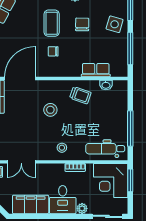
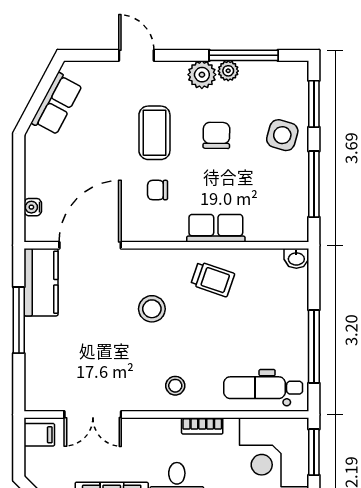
row of seats: (96, 70) -> (216, 228), moved
washbasin: (106, 85) -> (296, 258), moved

